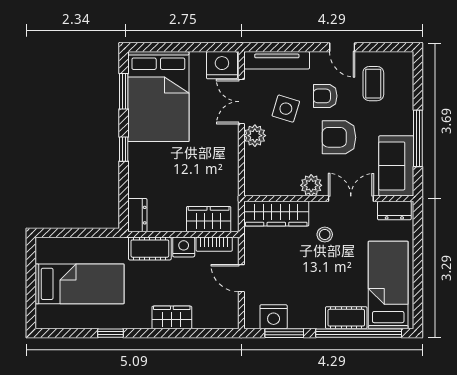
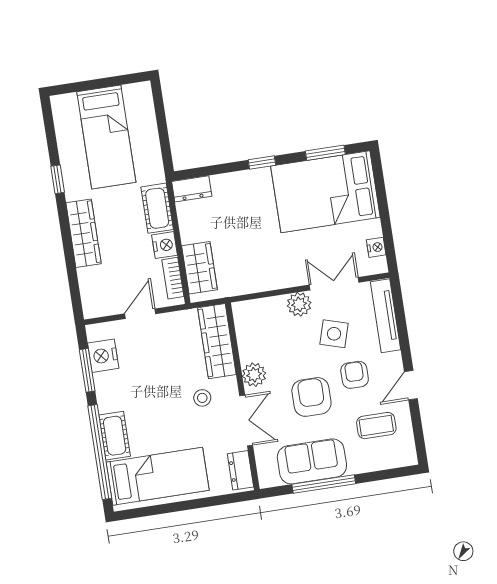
nightstand: (222, 65) -> (376, 247), width x0.53, depth x0.56
sofa: (396, 166) -> (312, 461), moved
wardrobe: (172, 317) -> (84, 233), width x1.50

